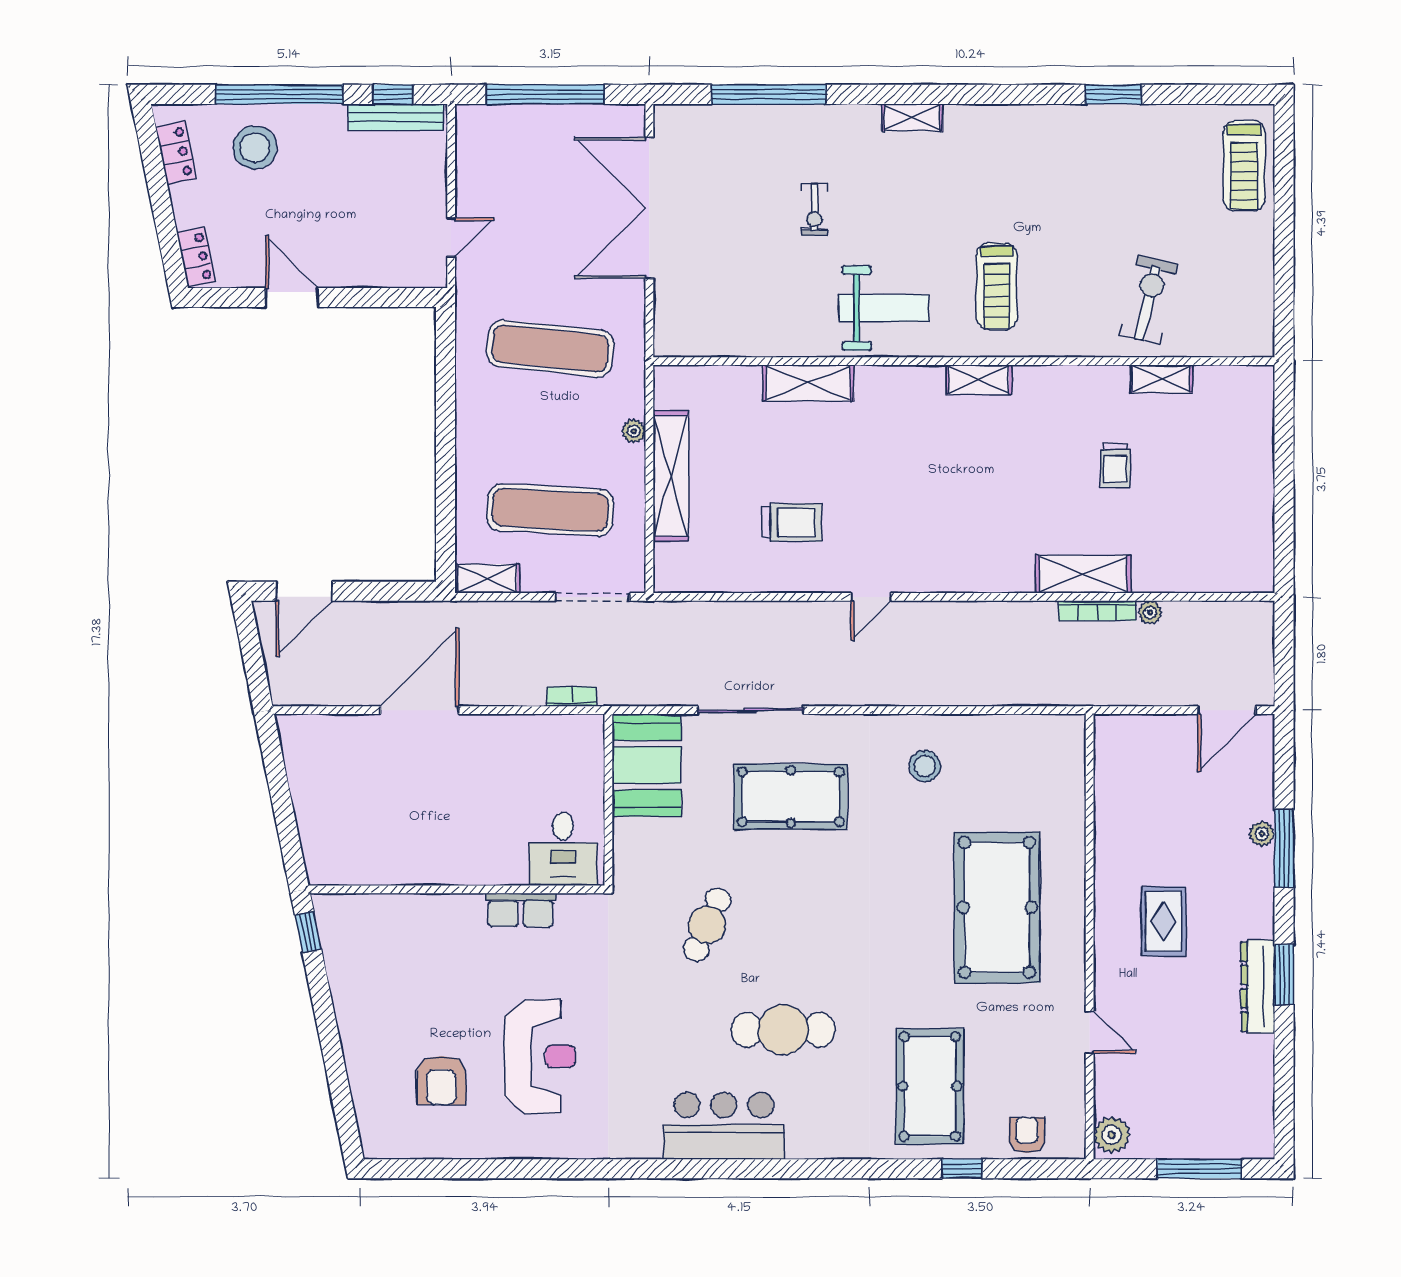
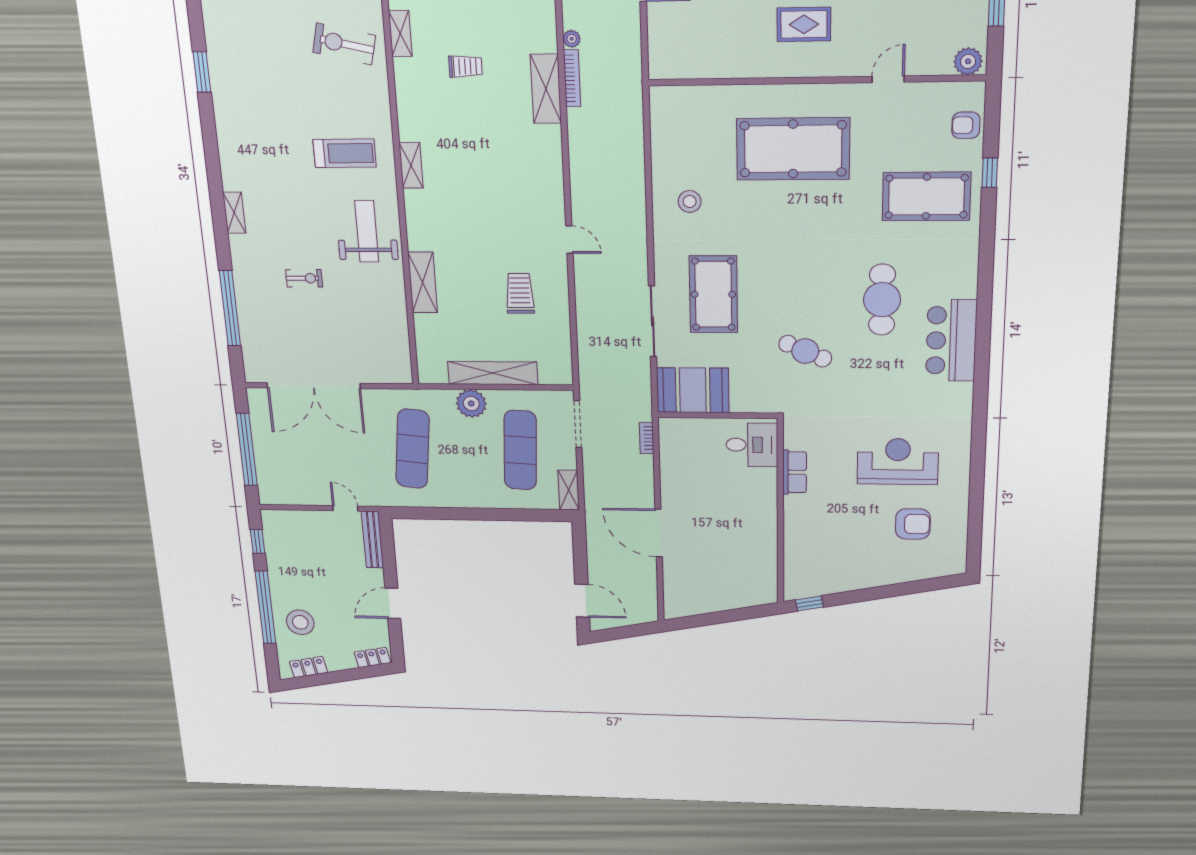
bench: (396, 117) -> (372, 540), moved
plant: (634, 431) -> (471, 403), width x1.87, depth x1.87

